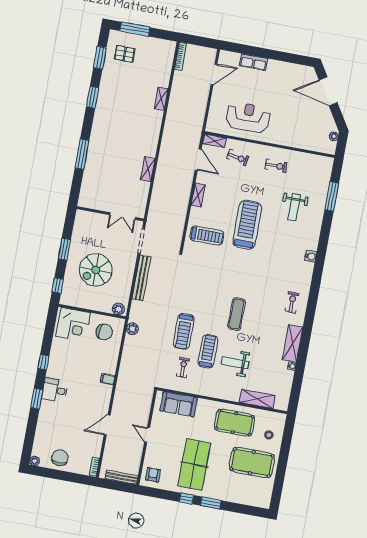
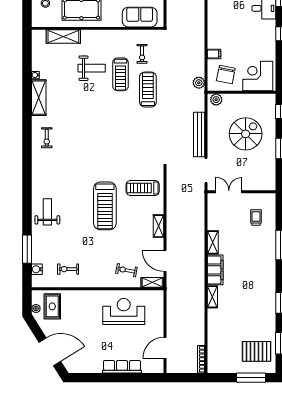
pallet: (125, 54) -> (257, 351), width x1.50, depth x1.42
row of seats: (254, 62) -> (122, 367), width x1.48
shelving: (161, 99) -> (212, 297), moved
reception desk: (248, 117) -> (124, 311), turned 180
rug: (317, 135) -> (52, 306), added
filing cabinet: (150, 142) -> (215, 270), added
exercise bike: (276, 166) -> (68, 269), moved
trolley: (101, 186) -> (256, 218), added
weight bench: (294, 207) -> (47, 212), moved
water cooler: (311, 256) -> (37, 269), moved
exercise mat: (237, 314) -> (99, 116), removed
chair: (104, 332) -> (226, 74), turned -84
filing cabinet: (108, 379) -> (214, 54), moved

